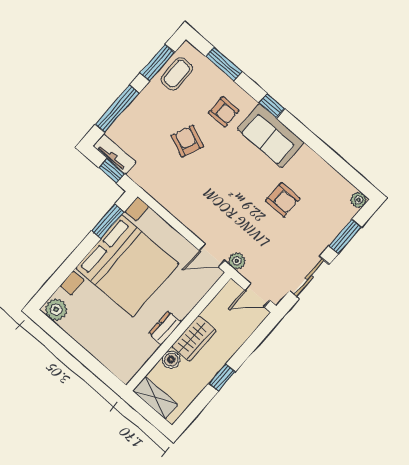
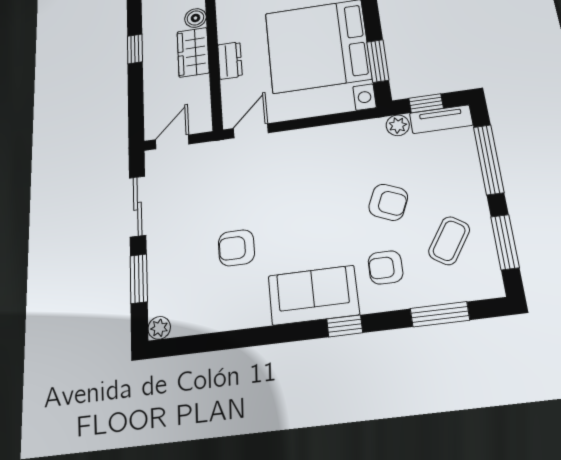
coffee table: (177, 74) -> (449, 241), moved, turned 33
plant: (237, 261) -> (398, 125), moved
dresser: (165, 328) -> (230, 60), moved

